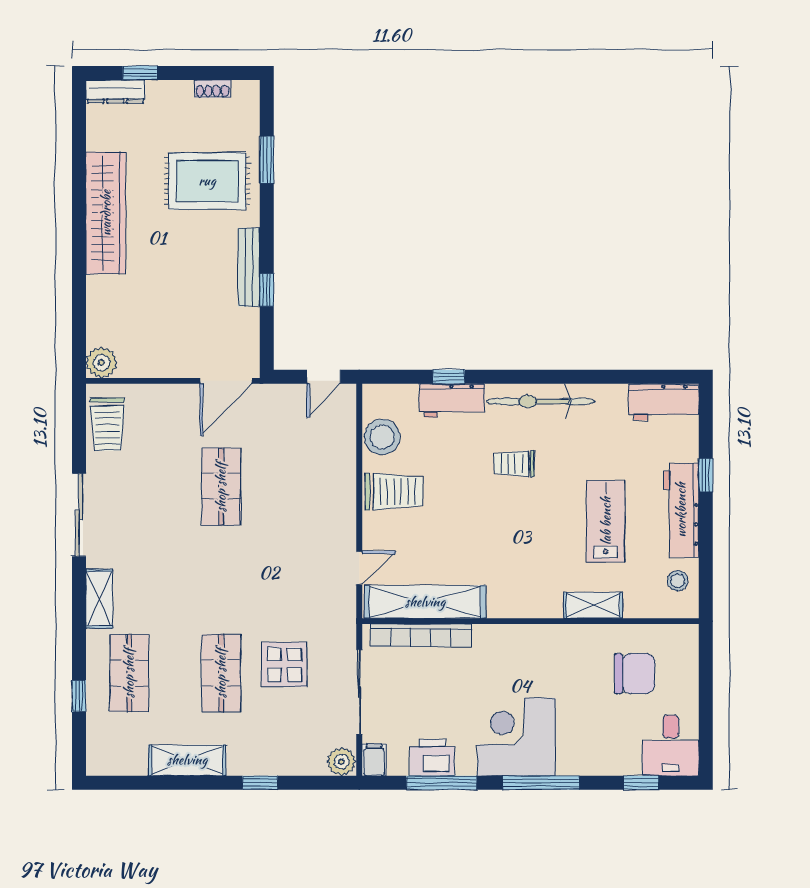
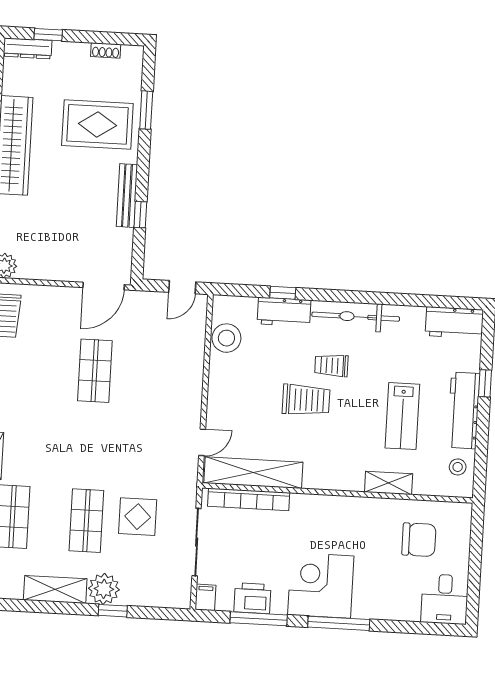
trolley: (394, 492) -> (306, 400), moved
lab bench: (606, 521) -> (402, 416), turned 180
plant: (341, 762) -> (104, 589), moved, width x1.36, depth x1.36
window: (641, 783) -> (419, 628), removed

